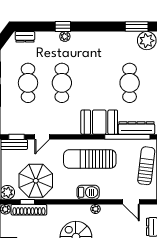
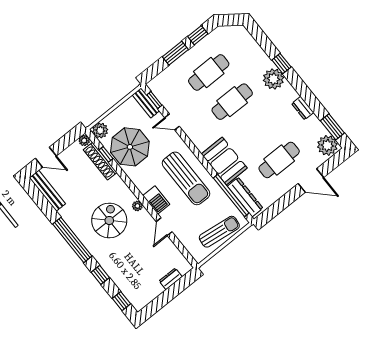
plant: (65, 36) -> (273, 79), width x1.88, depth x1.88
dresser: (25, 37) -> (303, 108), moved
sun lounger: (90, 159) -> (186, 178), turned 180
door: (131, 202) -> (164, 227), moved
plant: (95, 209) -> (137, 206), moved

